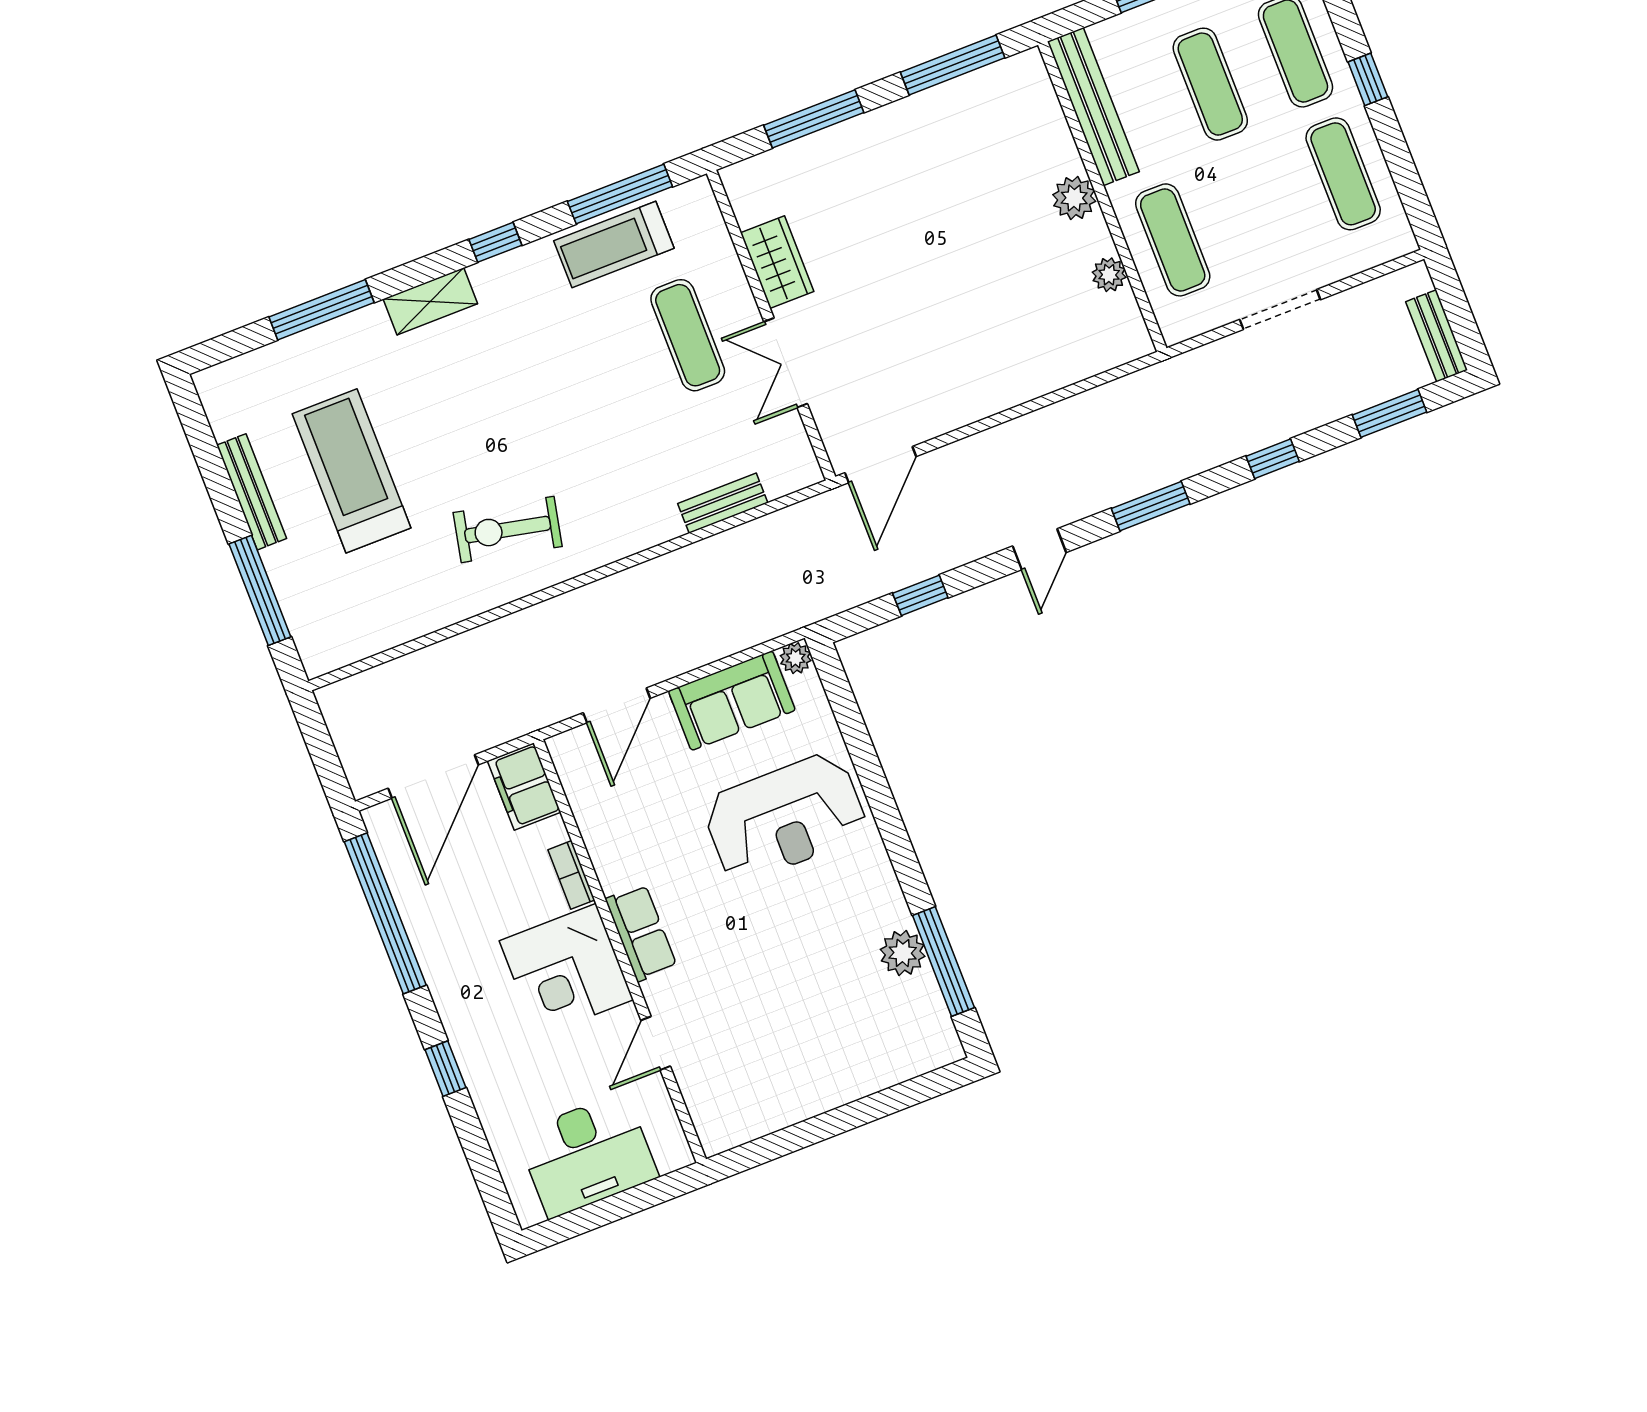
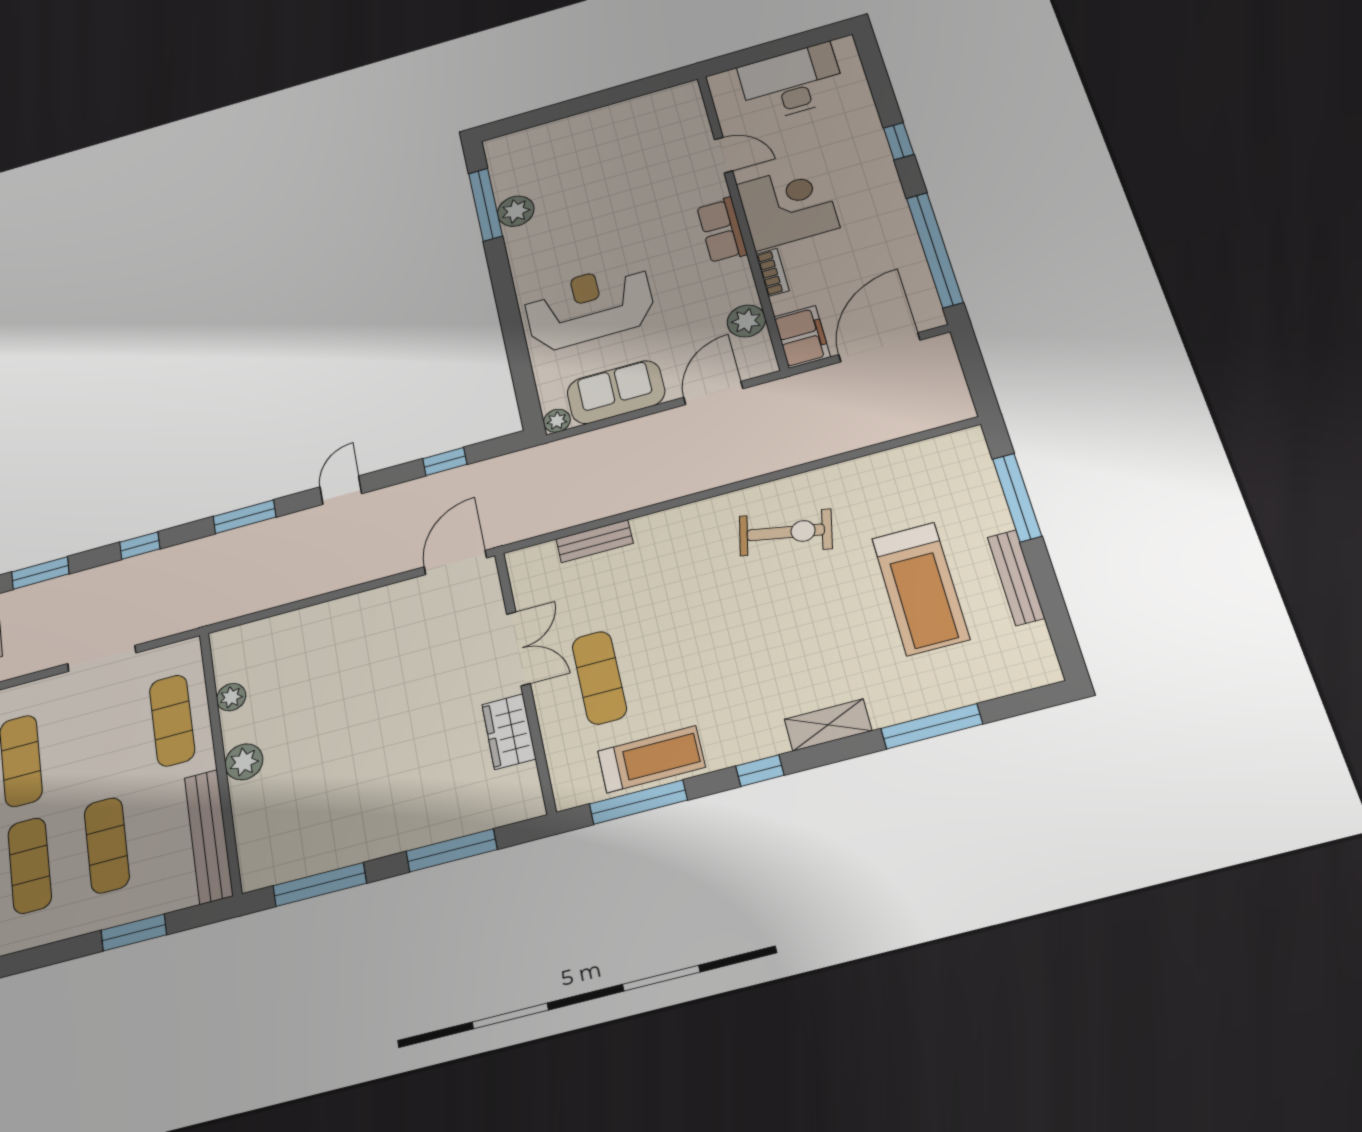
plant: (593, 806) -> (746, 321), added
door: (656, 1043) -> (724, 155), hinge flipped

